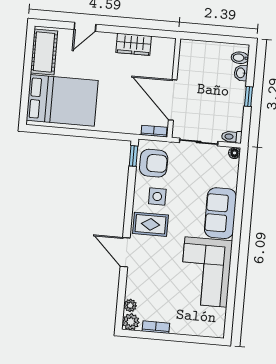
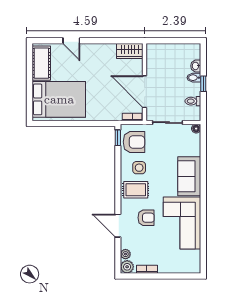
door: (85, 27) -> (71, 41), hinge flipped
wardrobe: (134, 44) -> (130, 51), moved
bidet: (240, 58) -> (194, 78), moved
toilet: (232, 137) -> (193, 101), moved
door: (125, 252) -> (118, 226), moved
armchair: (161, 261) -> (146, 218), added

